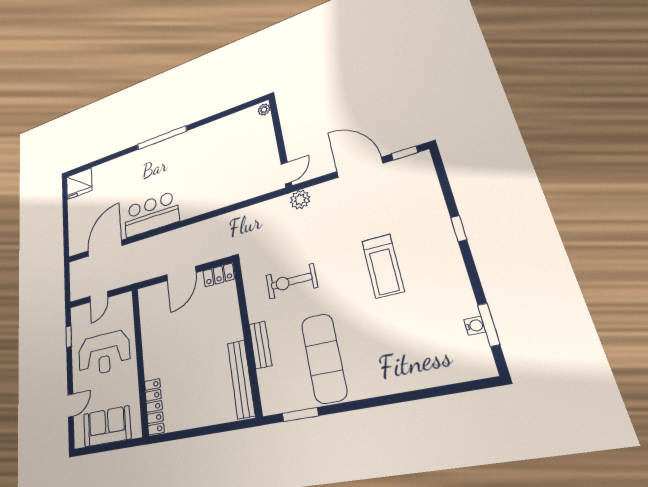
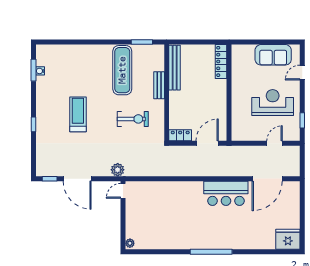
wall: (140, 360) -> (229, 93), moved
locker: (154, 406) -> (221, 61), moved

